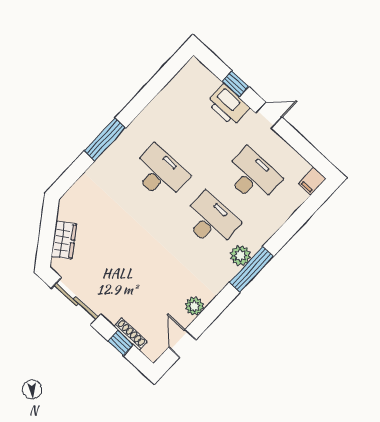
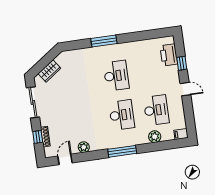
printer: (228, 105) -> (169, 55), moved
plant: (240, 255) -> (155, 137), moved

